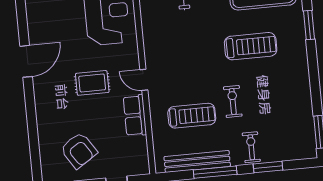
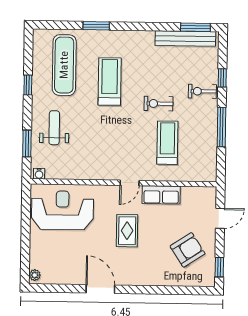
bench: (197, 161) -> (185, 39), moved, turned 90
window: (268, 167) -> (222, 78), width x0.67

